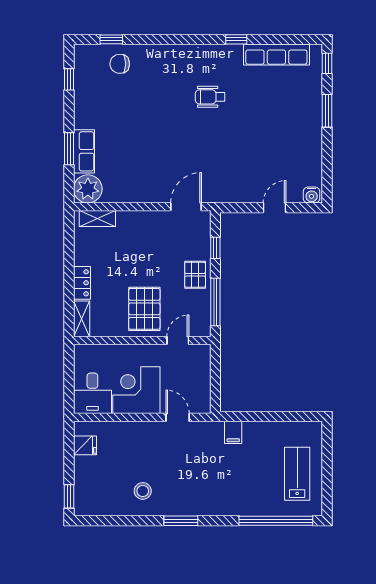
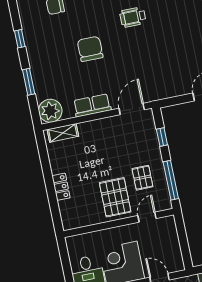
window: (69, 79) -> (20, 39), moved
chair: (151, 124) -> (90, 49), added
row of seats: (84, 151) -> (92, 105), moved, turned -90
pallet: (195, 275) -> (142, 178), moved
shelving: (82, 319) -> (67, 216), removed

